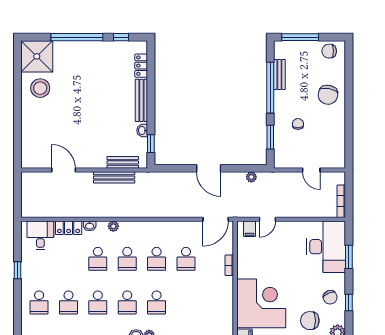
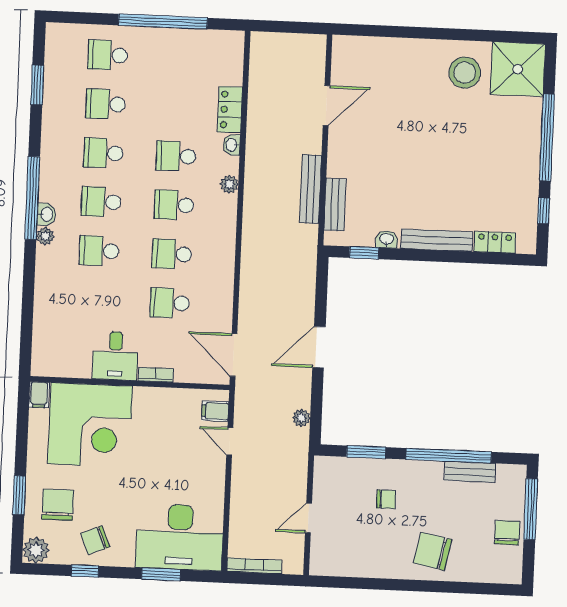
chair: (329, 51) -> (507, 533), moved
desk: (40, 235) -> (115, 356), moved, turned 90
window: (18, 270) -> (163, 22), width x3.17

